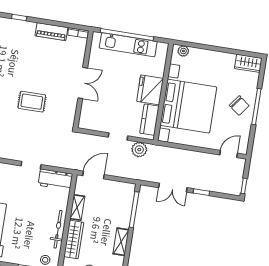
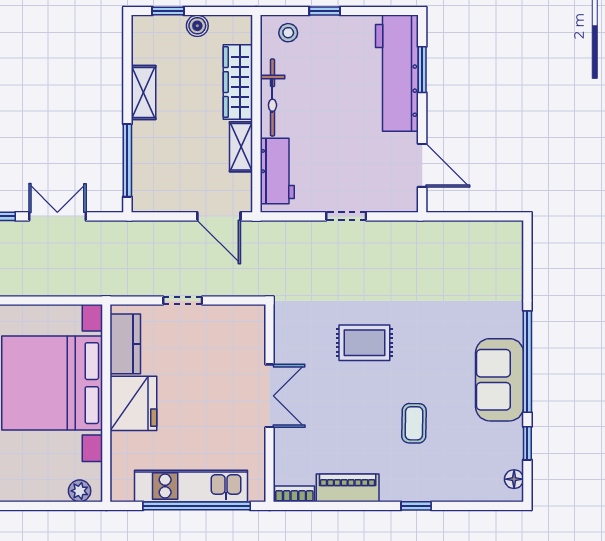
coffee table: (14, 58) -> (414, 423), added
double door: (83, 83) -> (269, 396), swing flipped
plant: (139, 150) -> (136, 281), removed
door: (93, 175) -> (219, 216), hinge flipped
workbench: (55, 180) -> (277, 171), moved, turned 90

